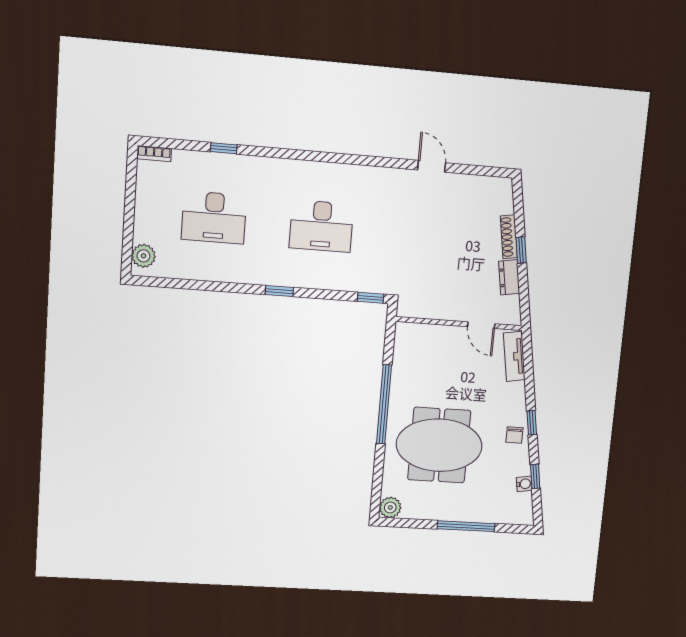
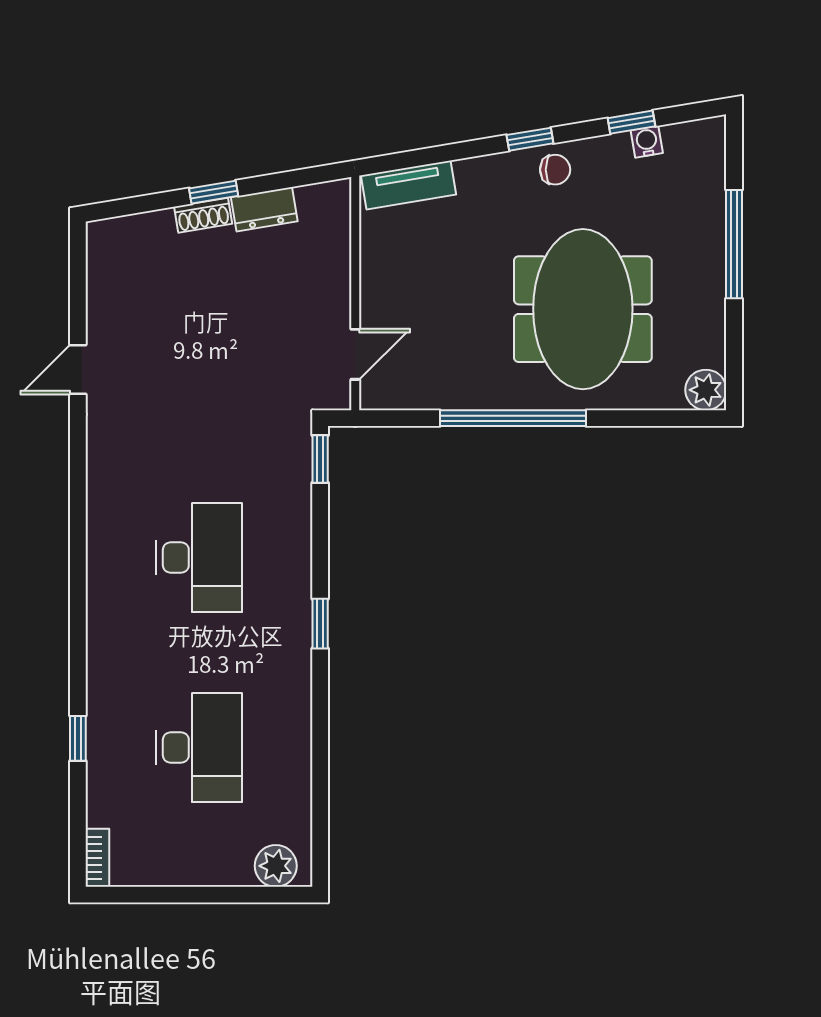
shoe rack: (509, 237) -> (203, 215), width x0.70
door: (481, 325) -> (355, 354), moved

